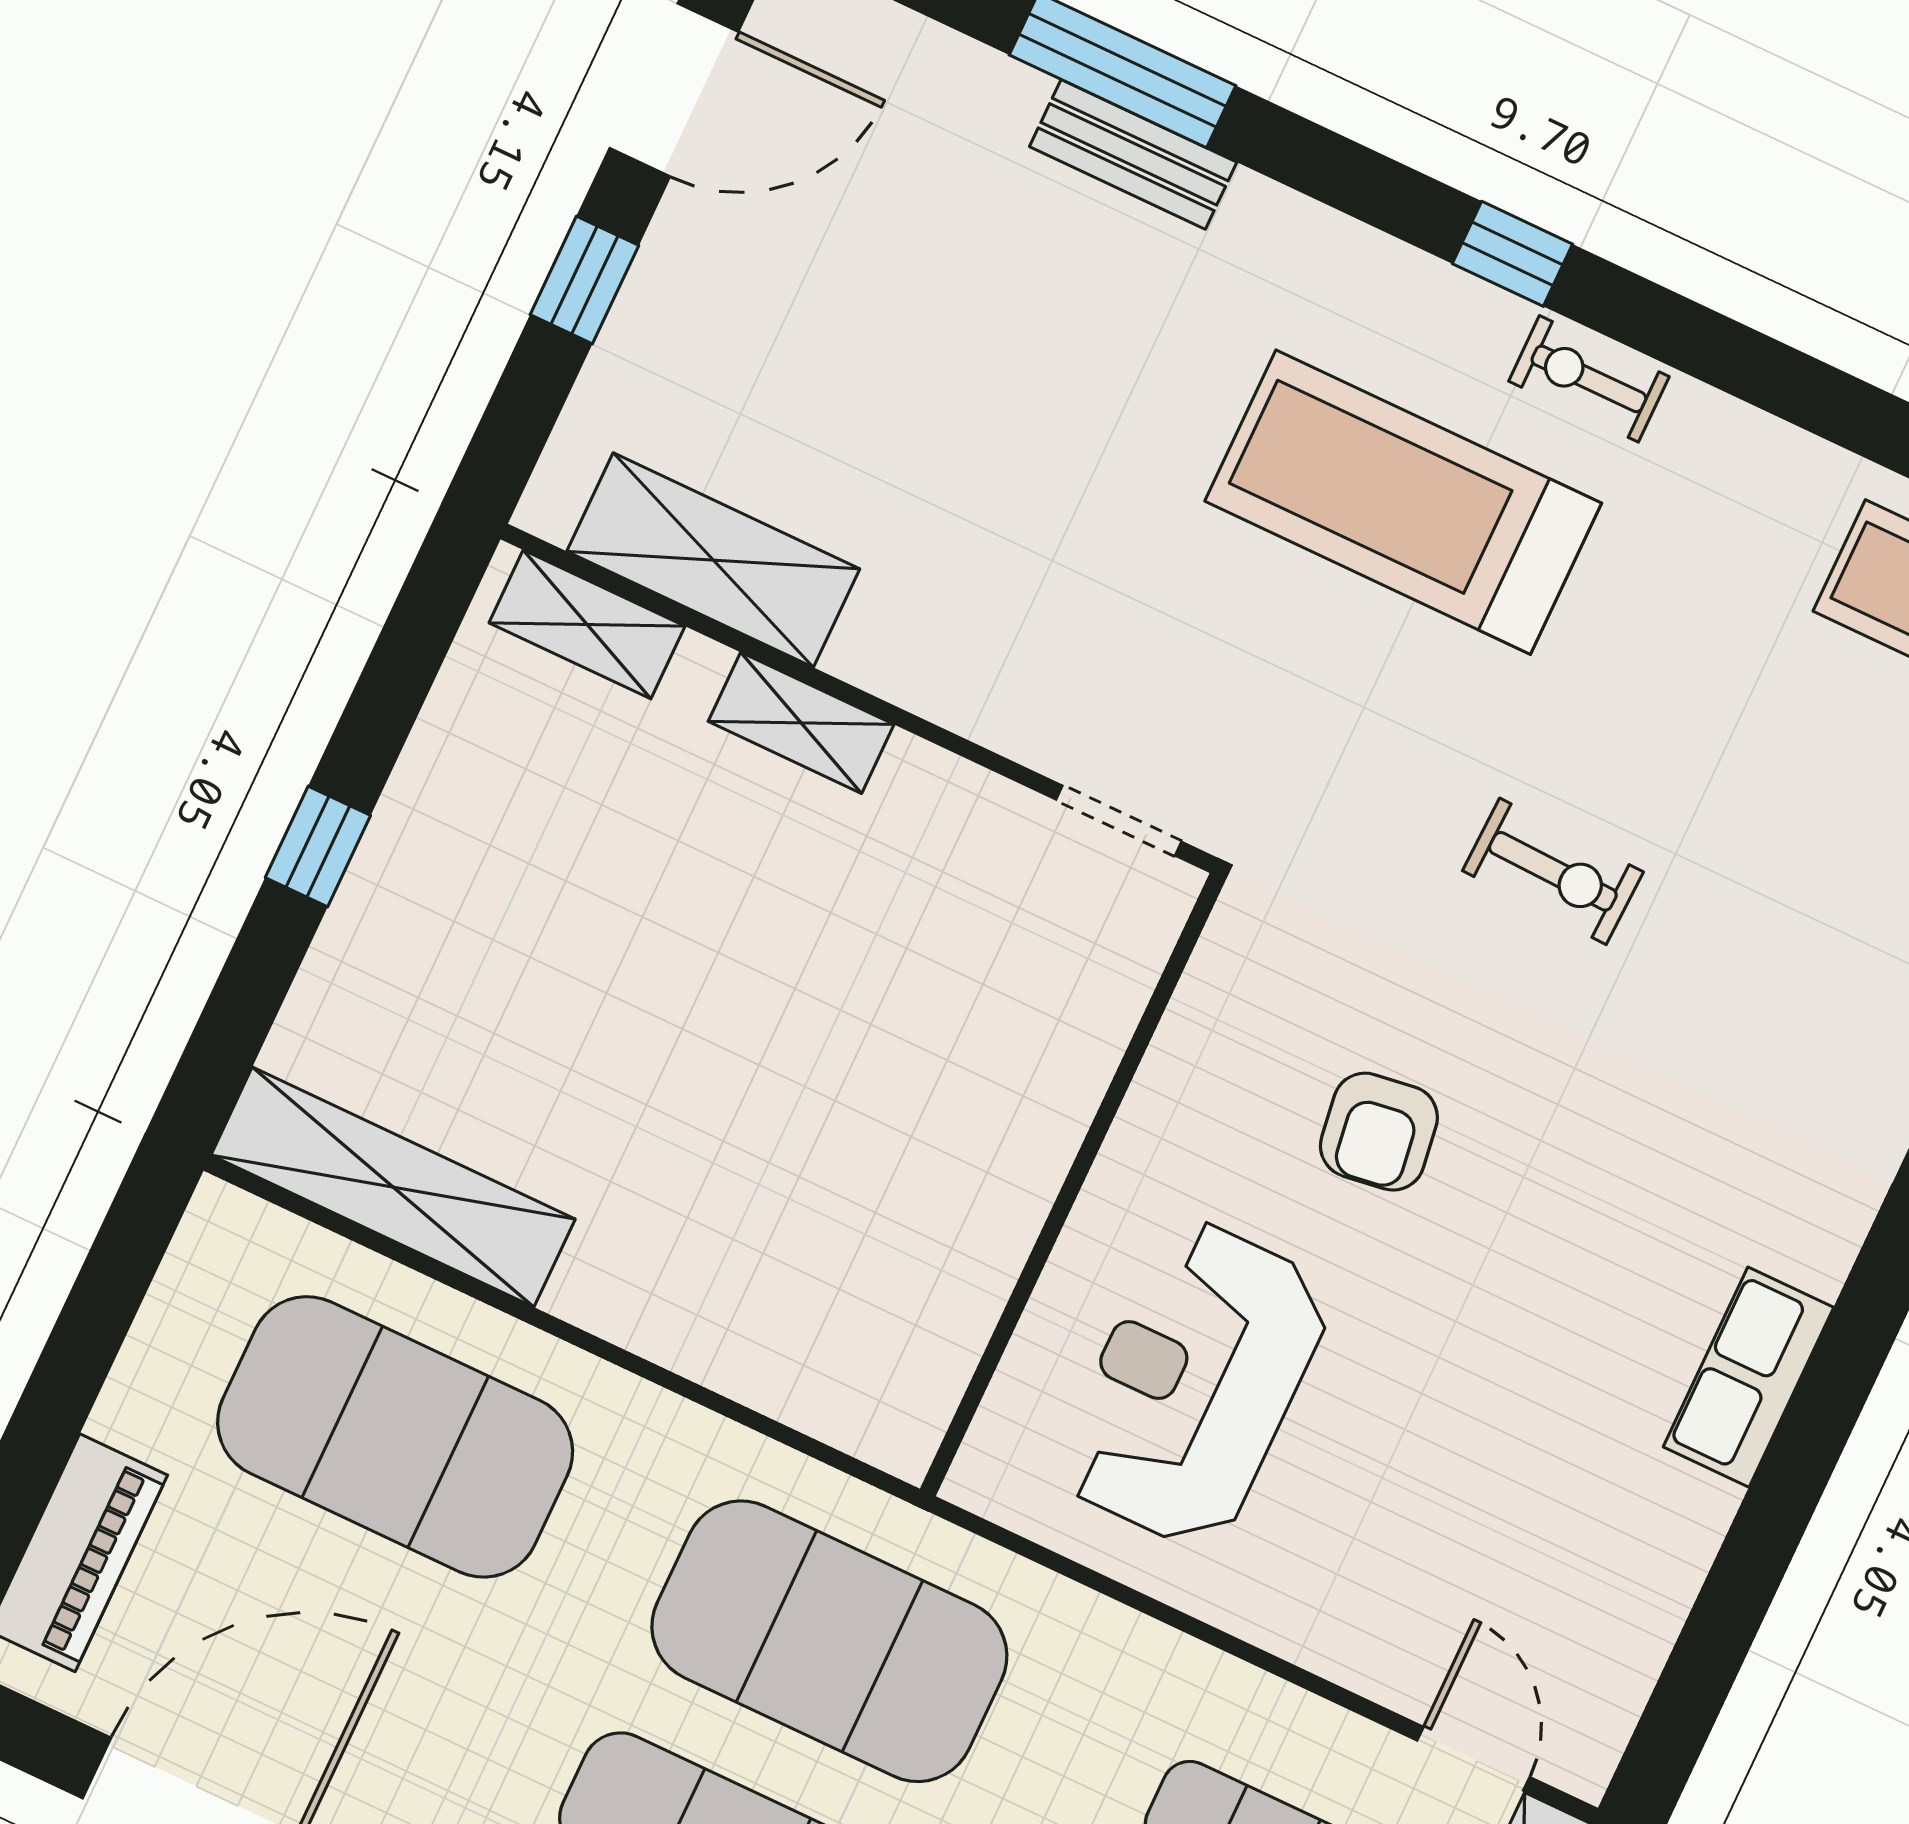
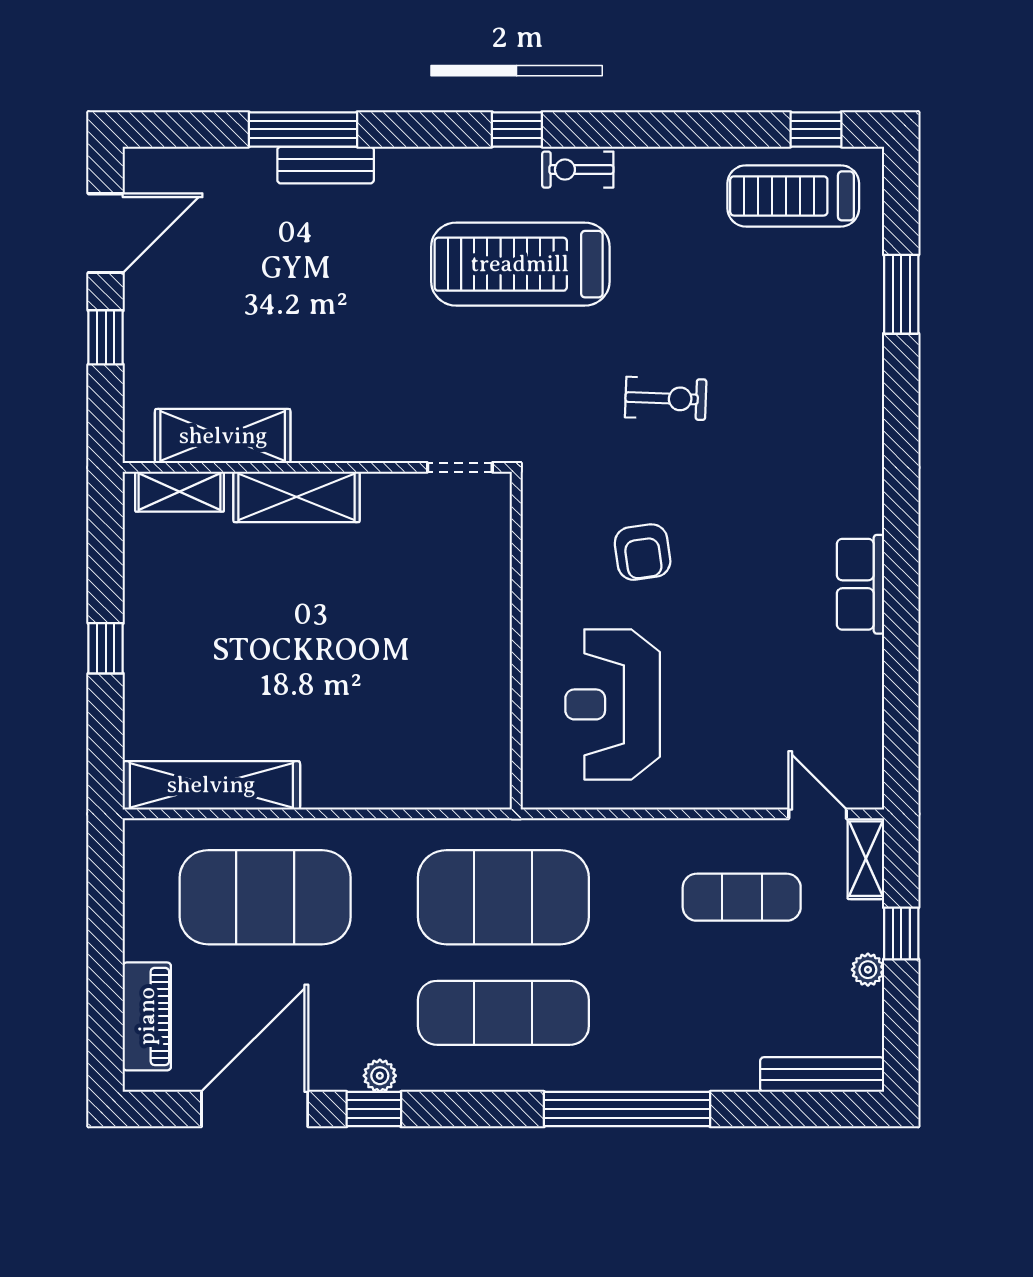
shelving: (801, 723) -> (297, 497), width x1.50, depth x1.33

